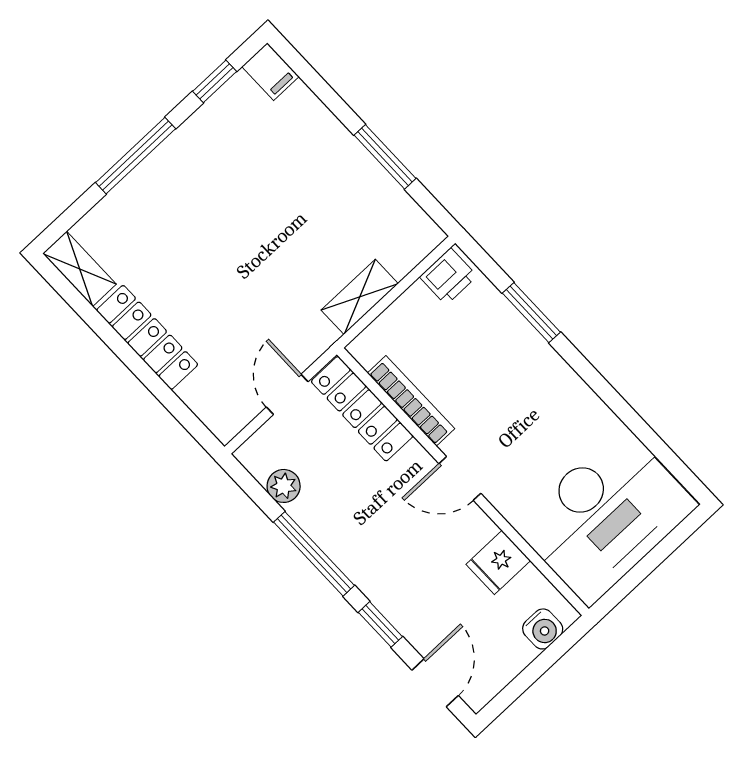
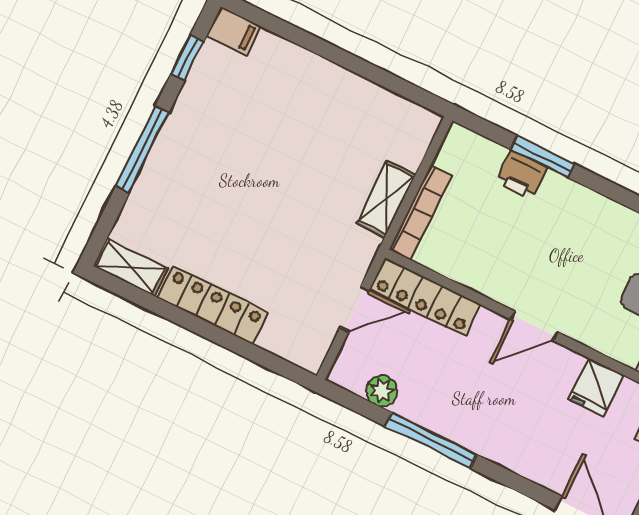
window: (385, 157) -> (362, 68), removed
printer: (448, 276) -> (522, 175), moved, turned 90
door: (287, 394) -> (355, 309), swing flipped
bookcase: (411, 401) -> (420, 212), moved, turned 90
window: (380, 624) -> (513, 481), removed

